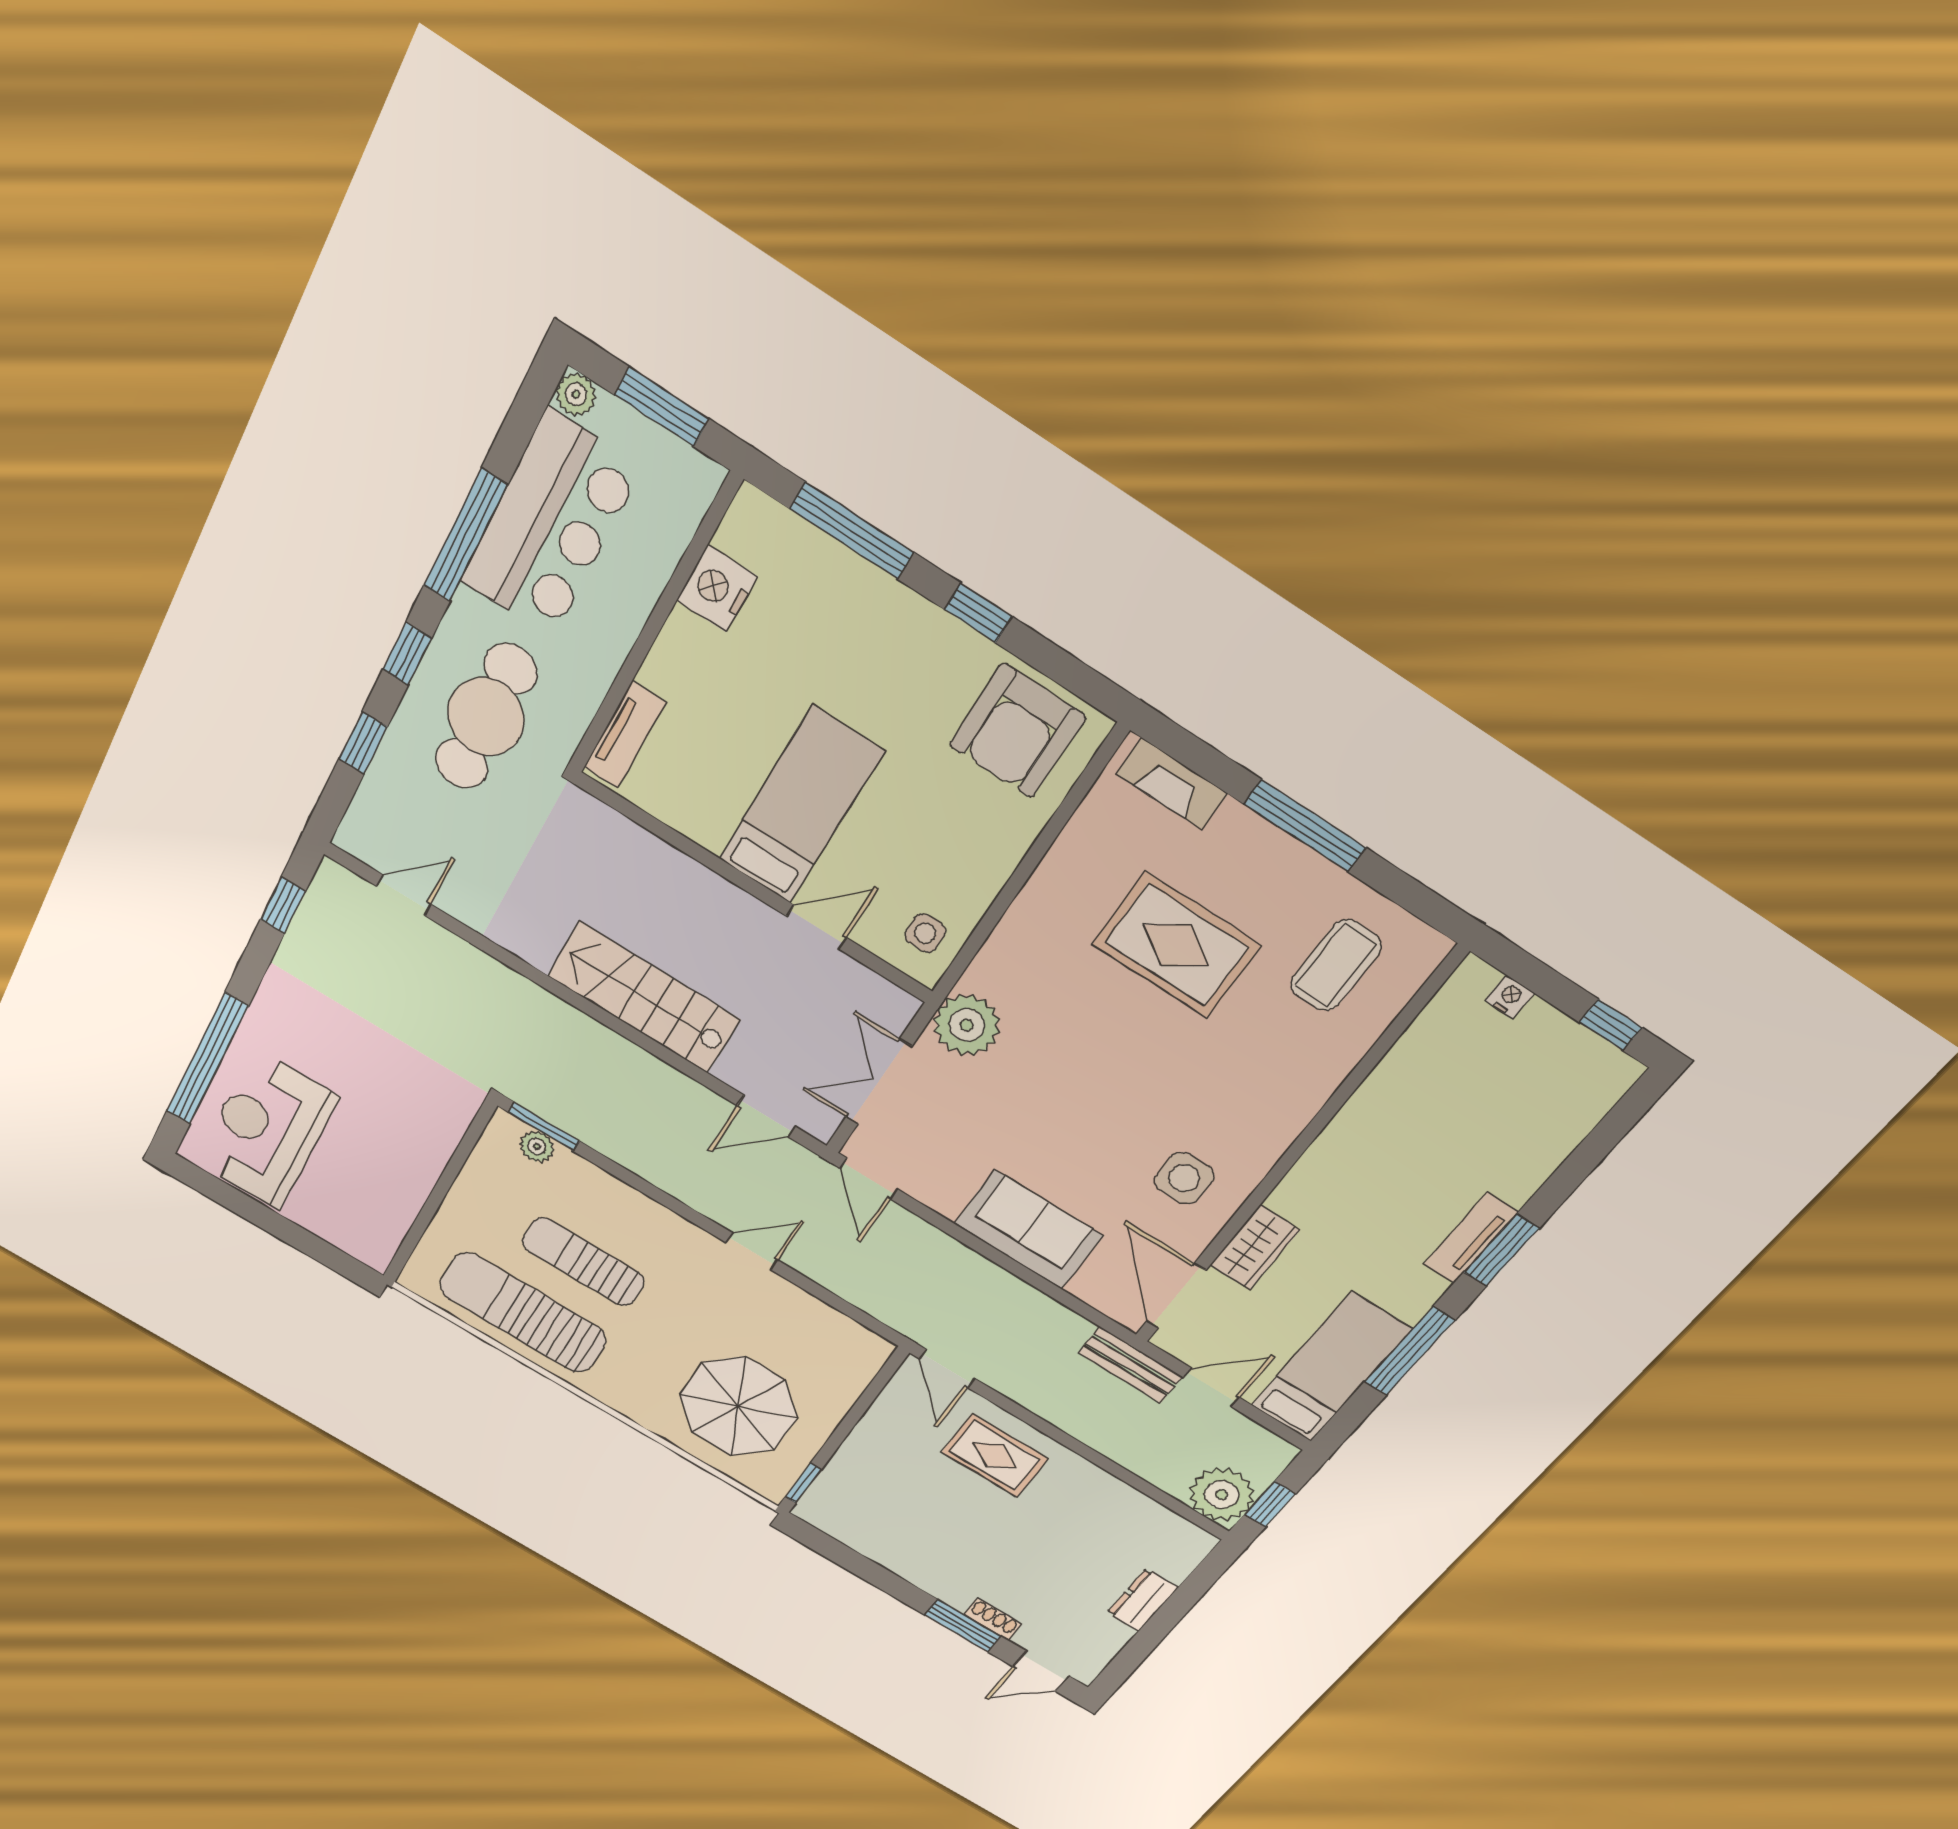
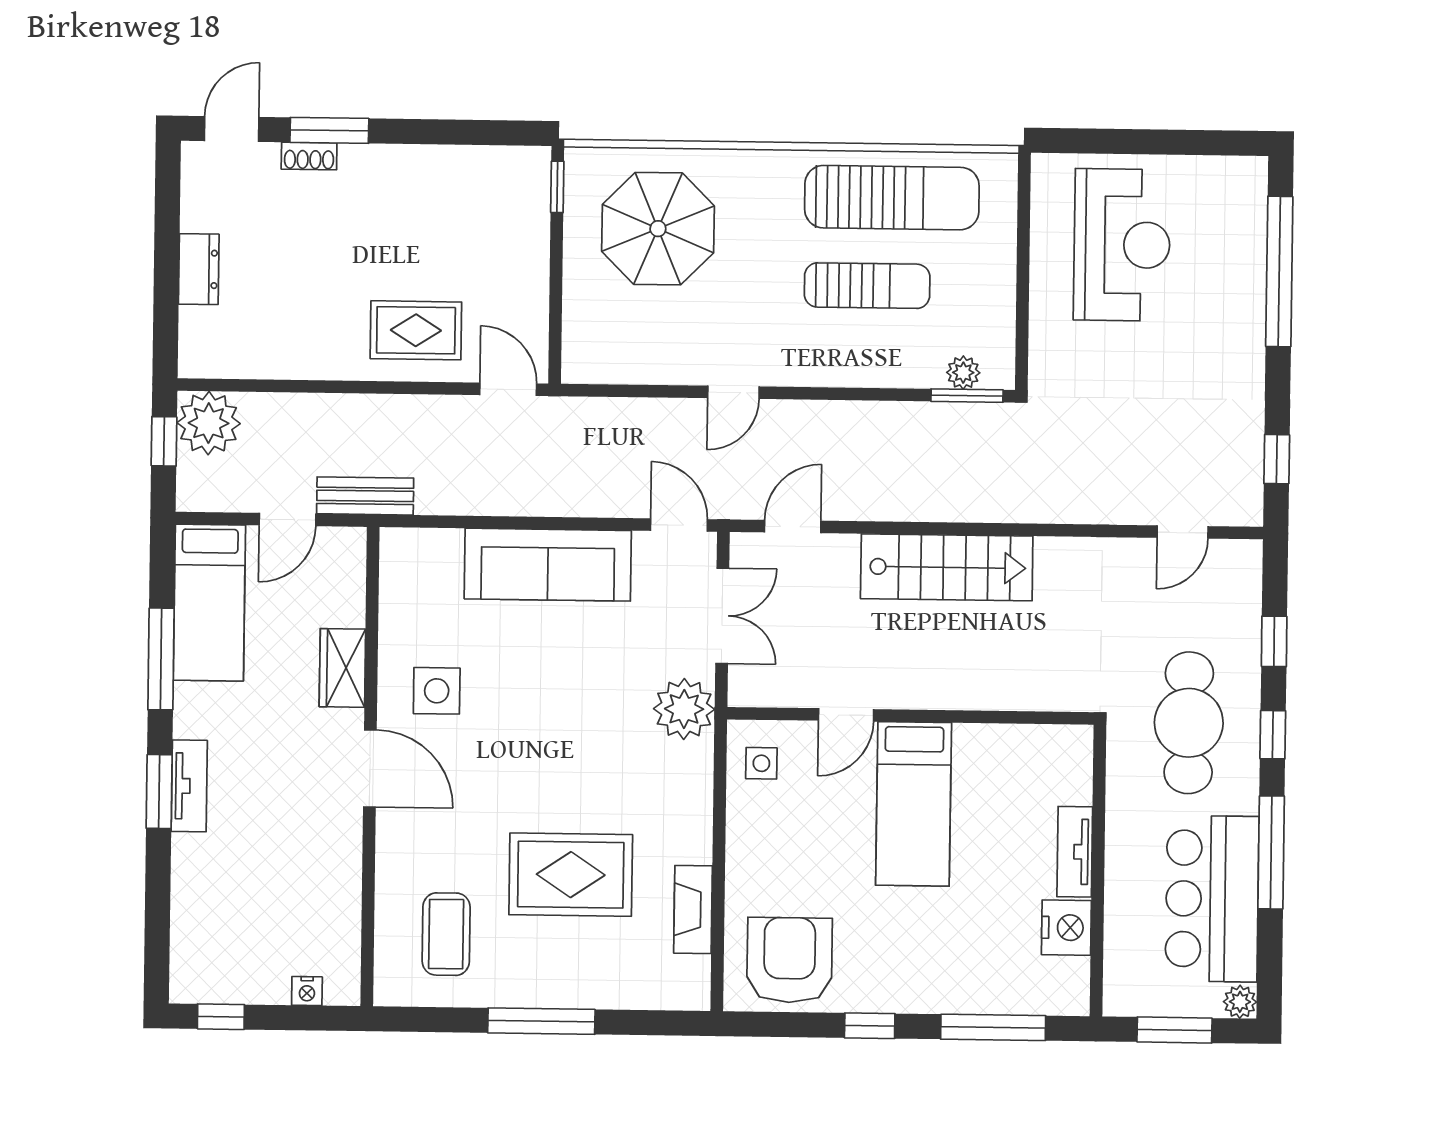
tv unit: (625, 735) -> (1075, 852), moved
fireplace: (1172, 784) -> (693, 910), moved, turned -90
reception desk: (267, 1130) -> (1122, 245), moved
sofa: (1028, 1230) -> (548, 565), width x1.36
door: (1176, 1296) -> (370, 768), moved

